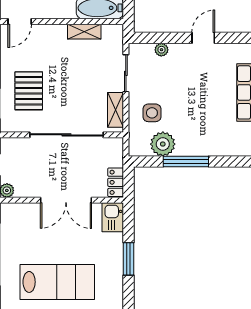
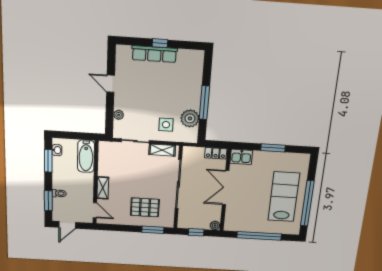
shelving: (84, 32) -> (103, 188), moved
double door: (66, 200) -> (226, 188), swing flipped

